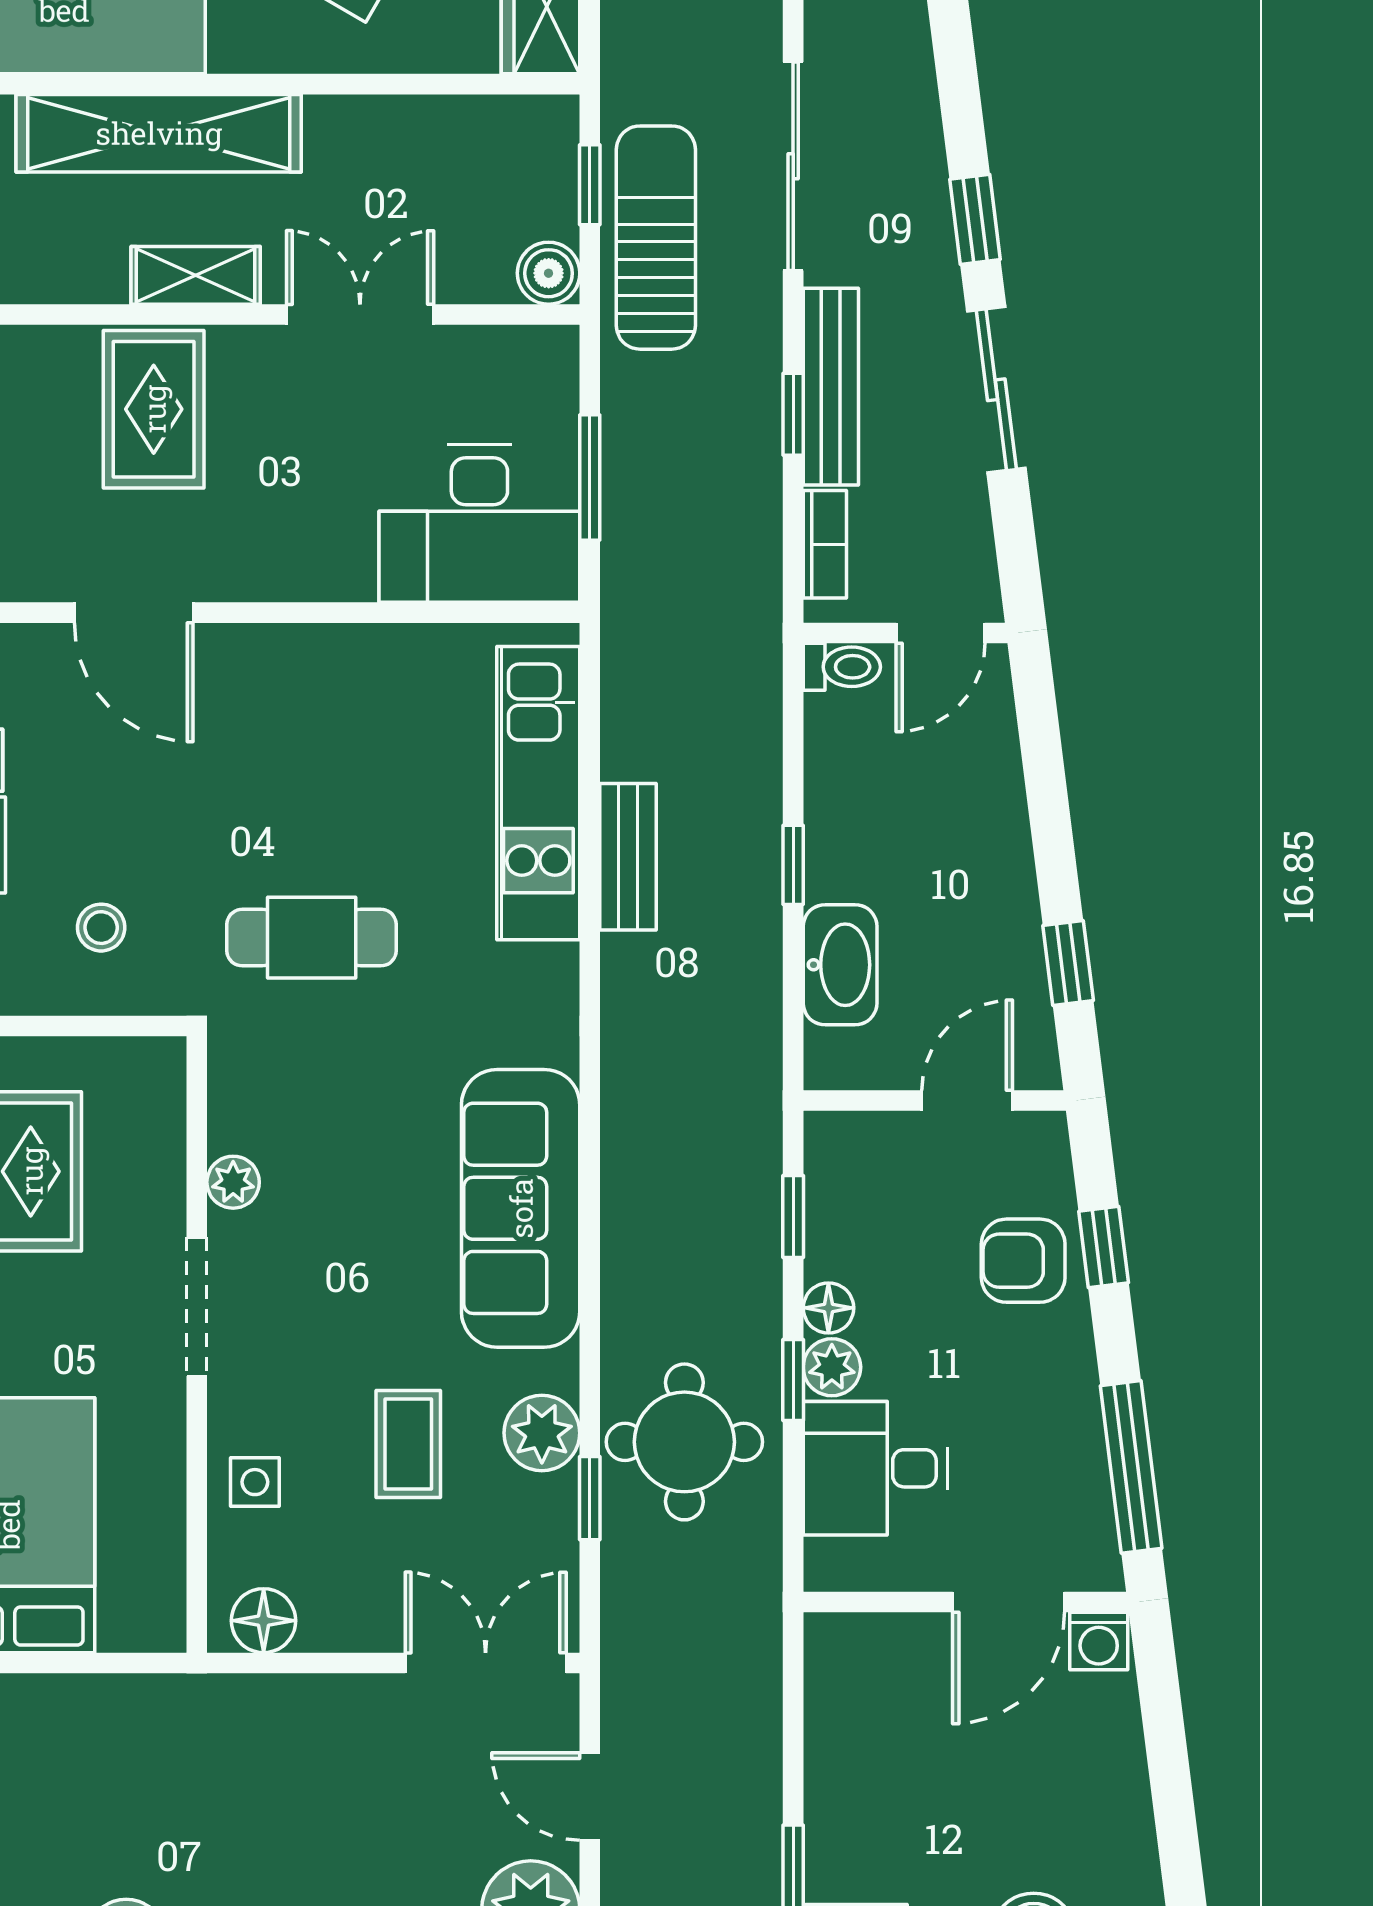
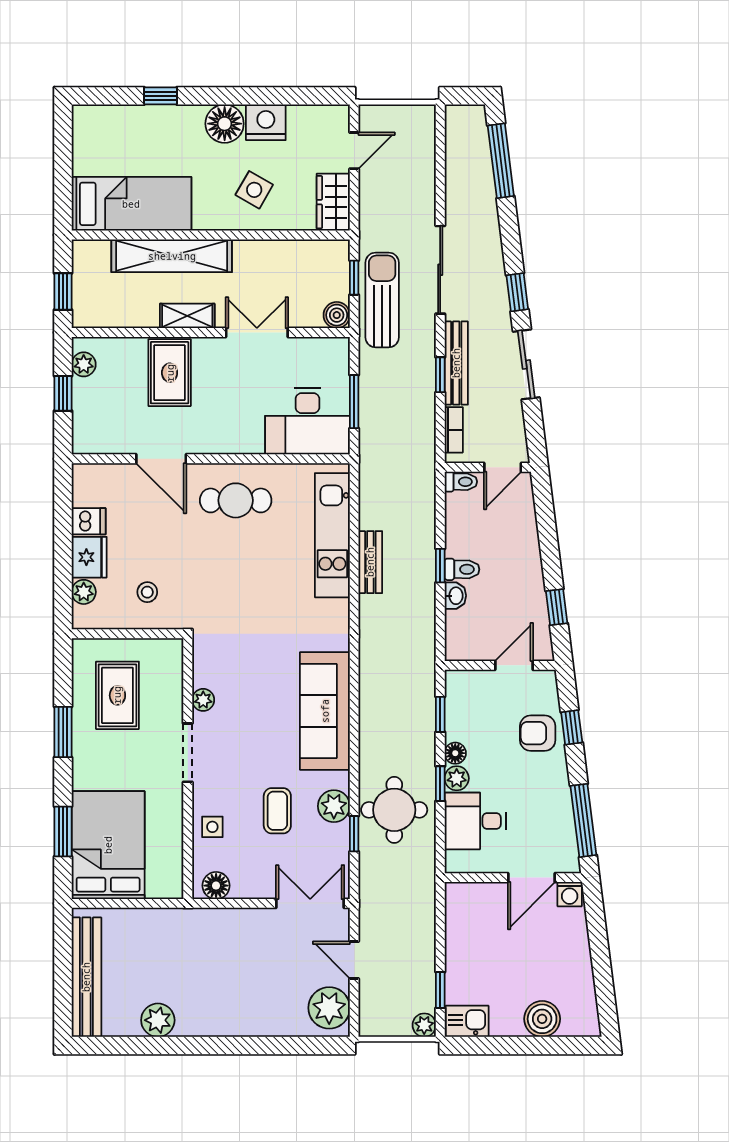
toilet: (845, 874) -> (462, 569), added
cafe table: (312, 938) -> (236, 500), moved
washbasin: (840, 965) -> (455, 596), width x0.52, depth x0.69

